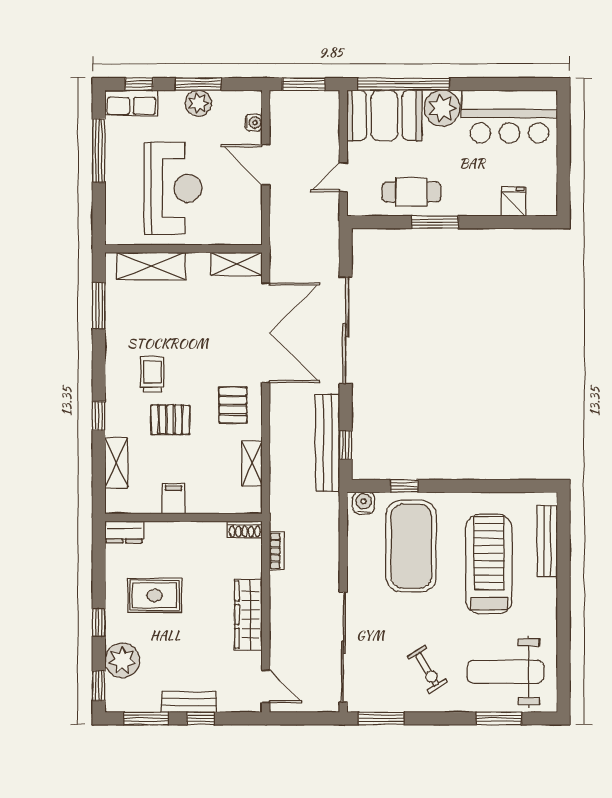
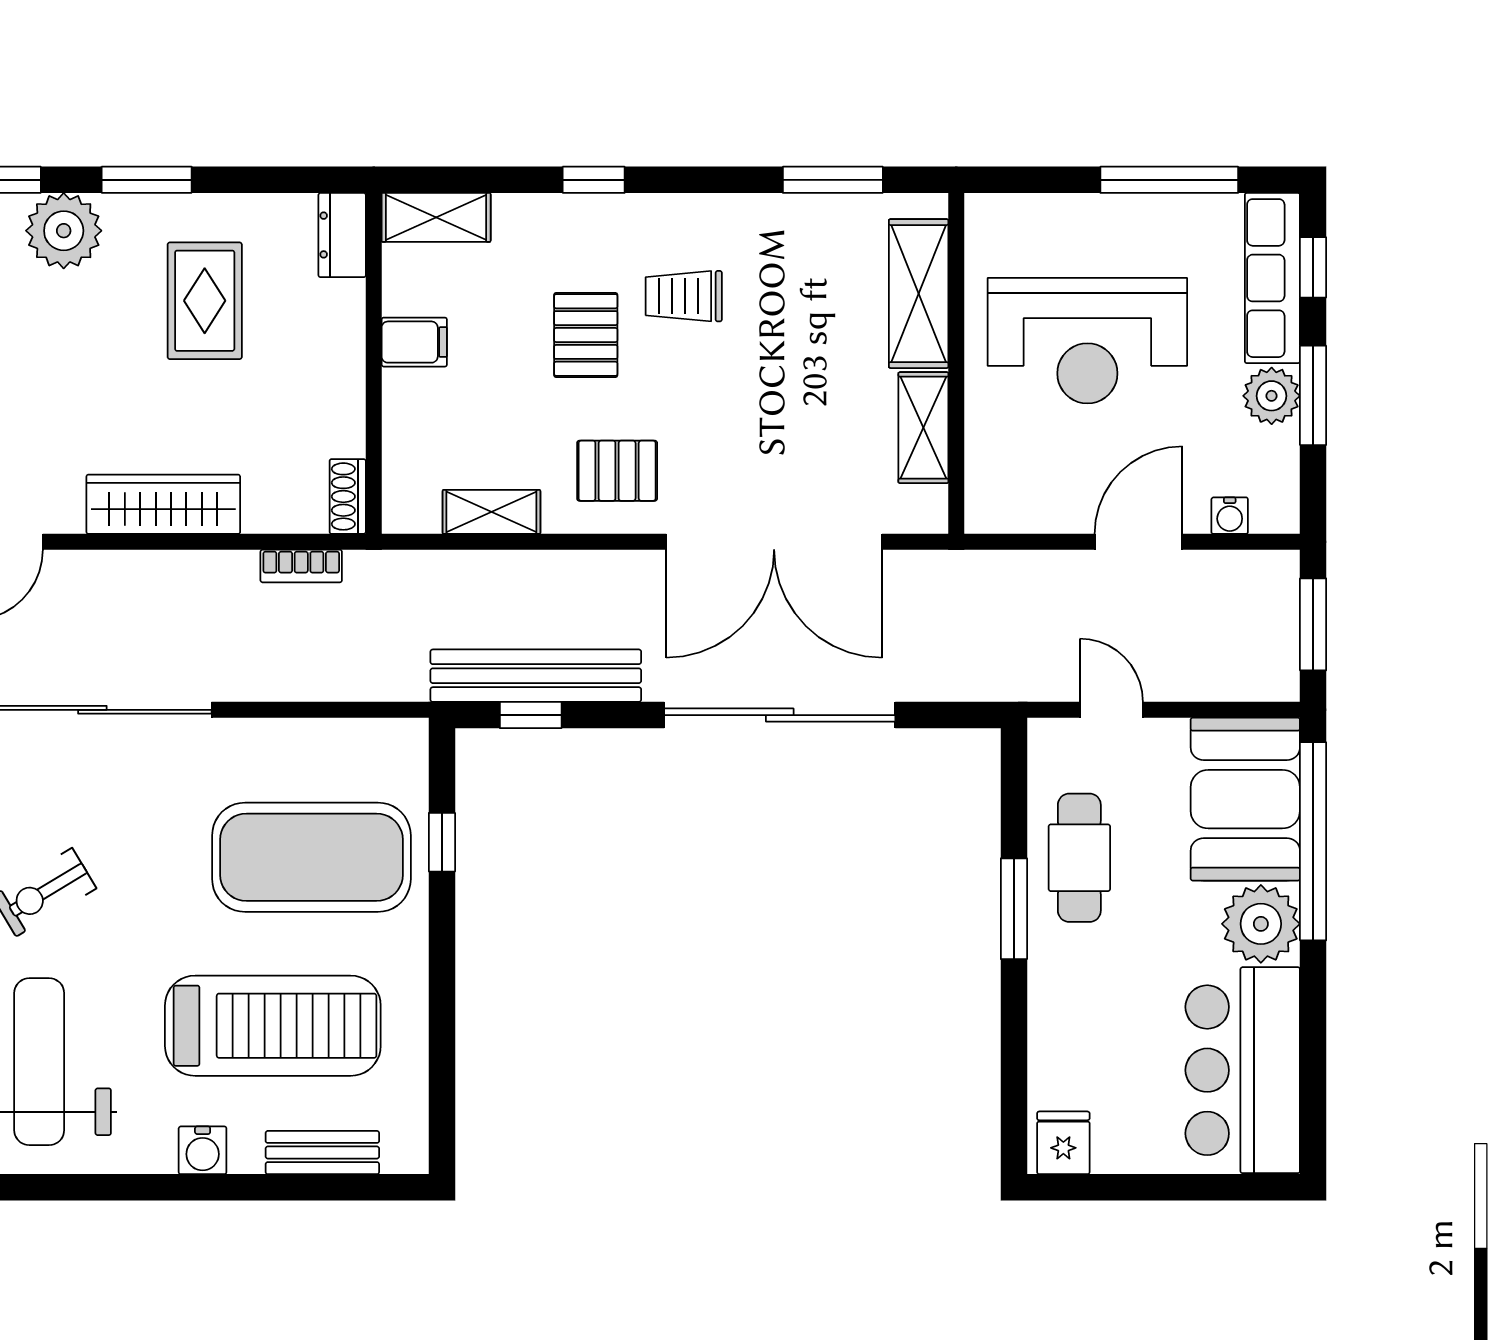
row of seats: (131, 103) -> (1272, 278), width x1.48
fridge: (514, 202) -> (1063, 1143), moved, turned -90
shelving: (237, 264) -> (923, 428), moved
trolley: (152, 374) -> (684, 296), turned 180
shelving: (116, 463) -> (436, 217), moved
water cooler: (364, 503) -> (203, 1150), moved, turned 90
bench: (547, 541) -> (322, 1153), width x0.73
window: (99, 622) -> (147, 180), width x1.50

